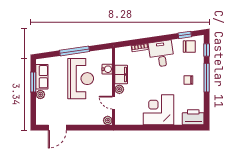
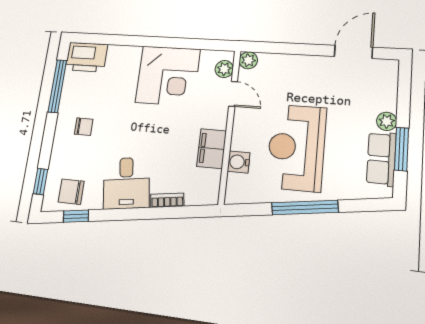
window: (207, 78) -> (57, 86), moved
plant: (119, 89) -> (224, 69), moved
corner desk: (159, 110) -> (168, 76), moved

